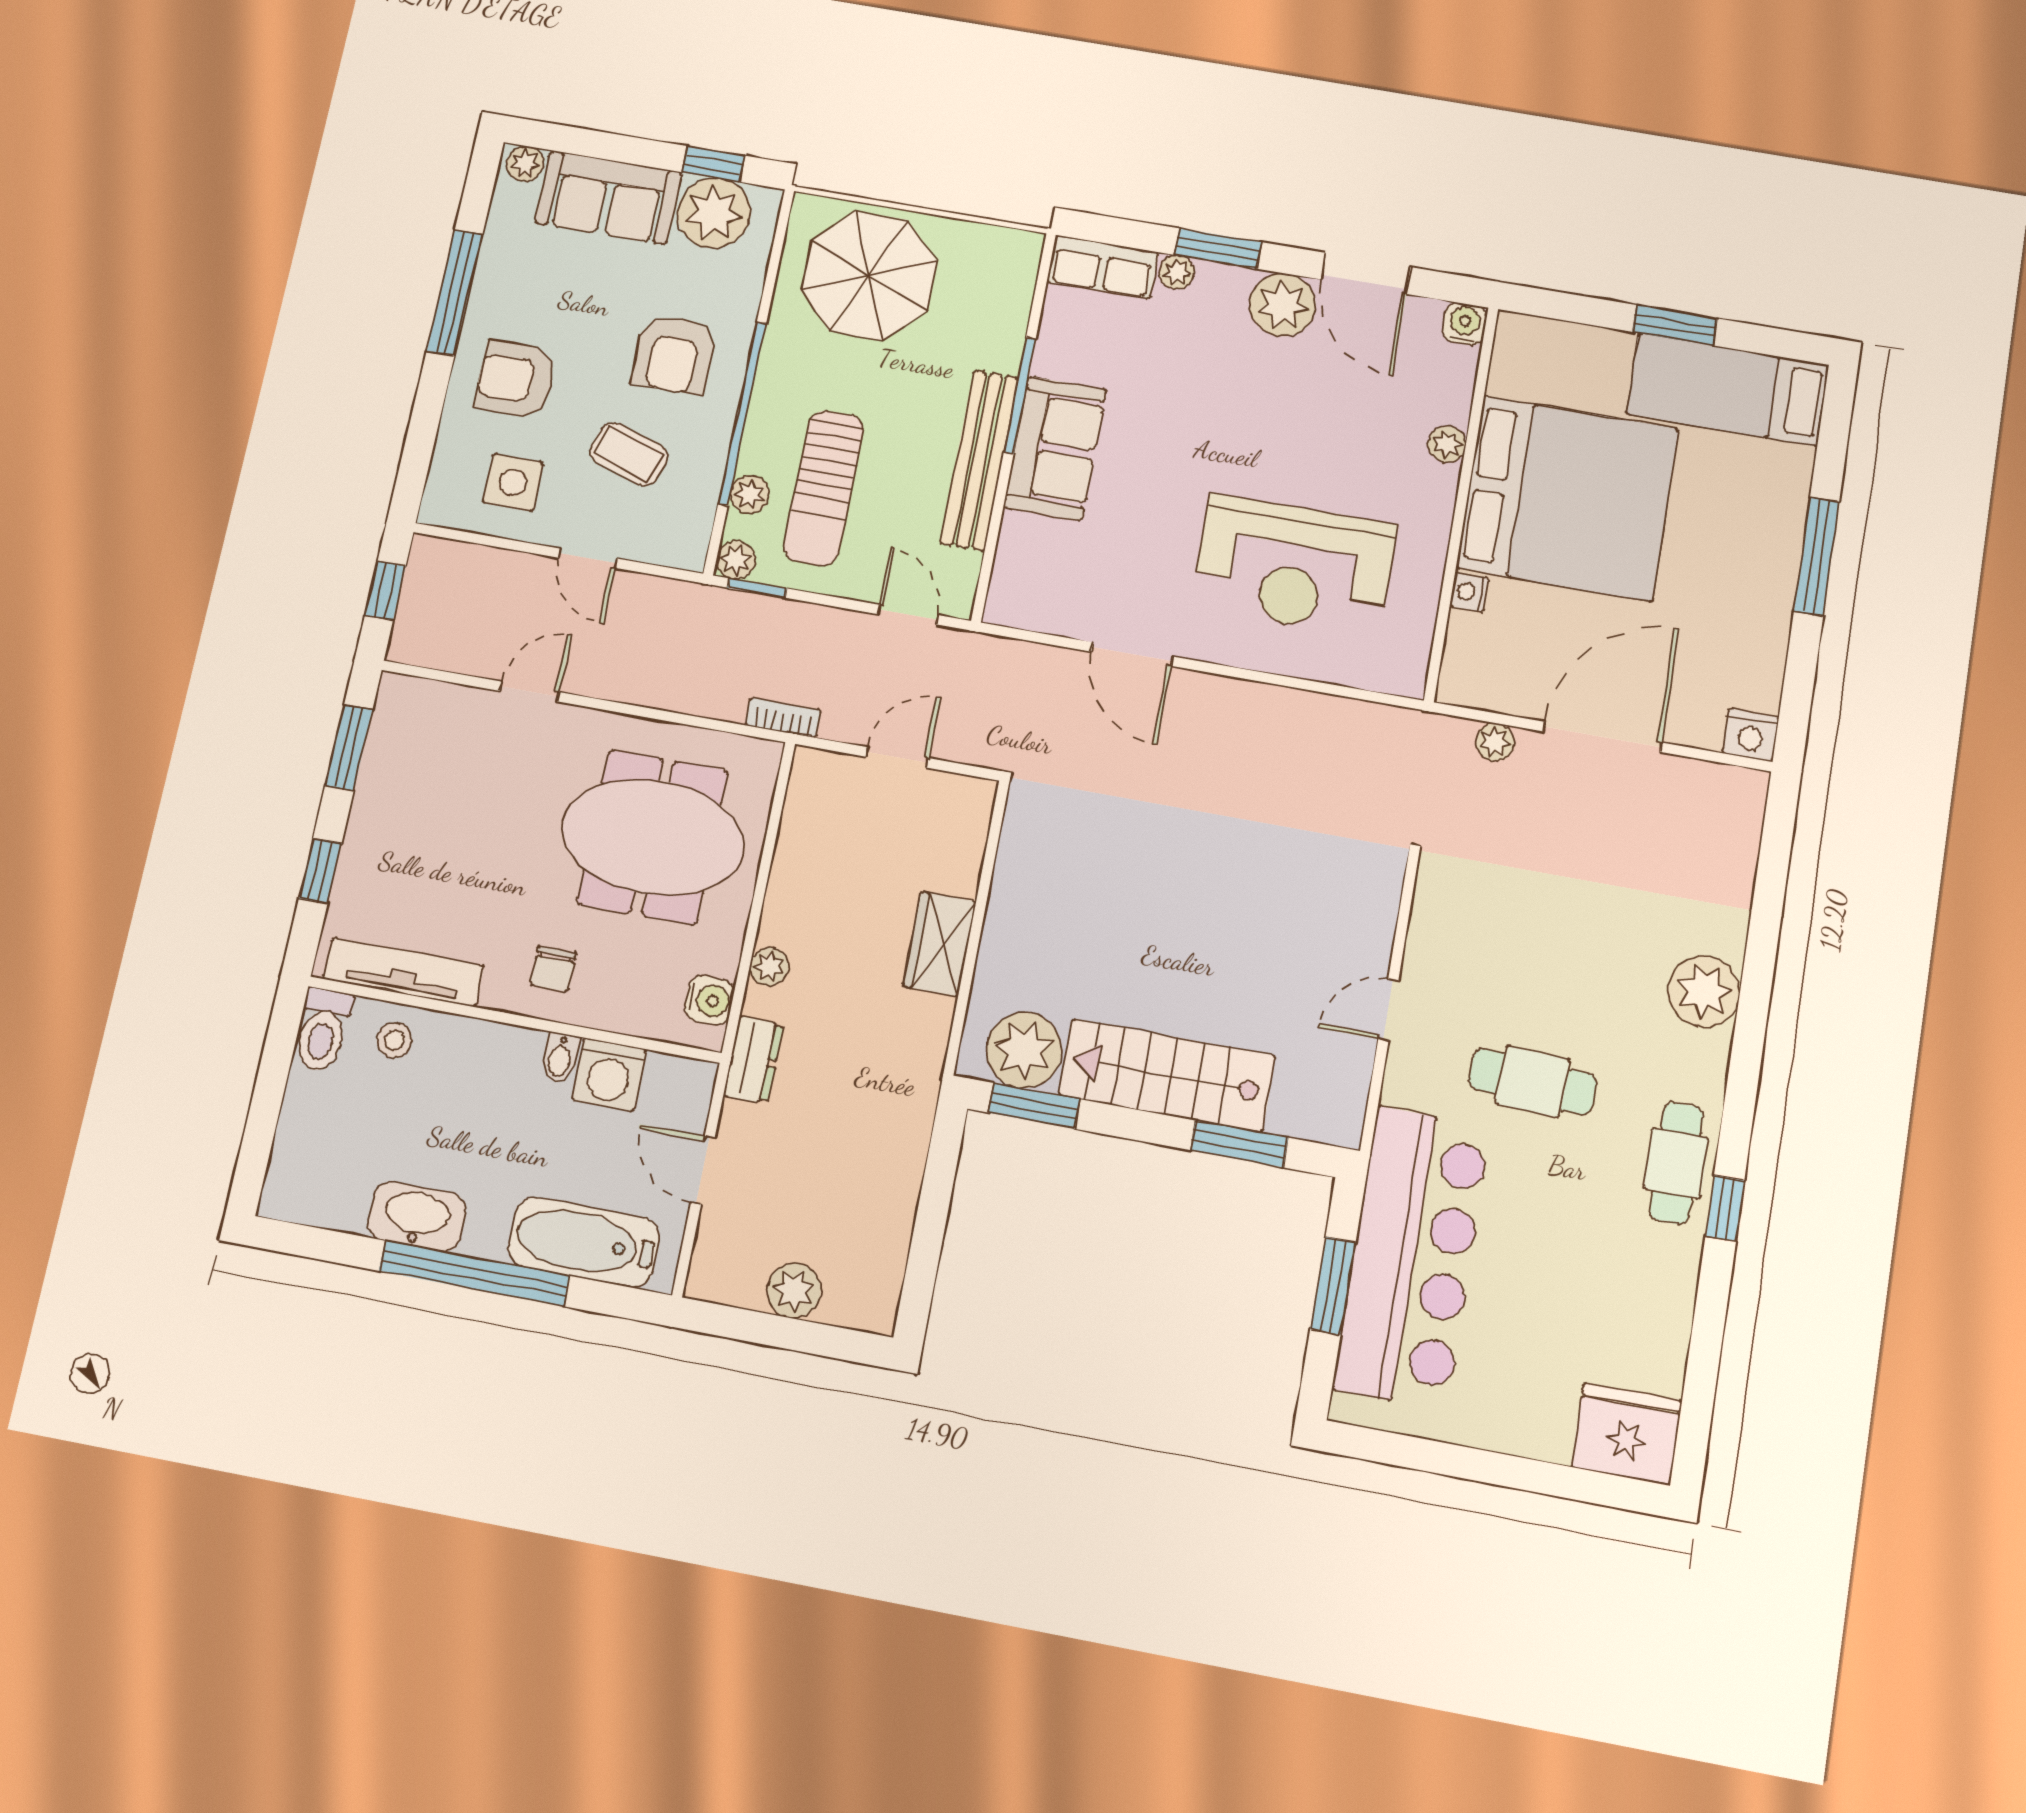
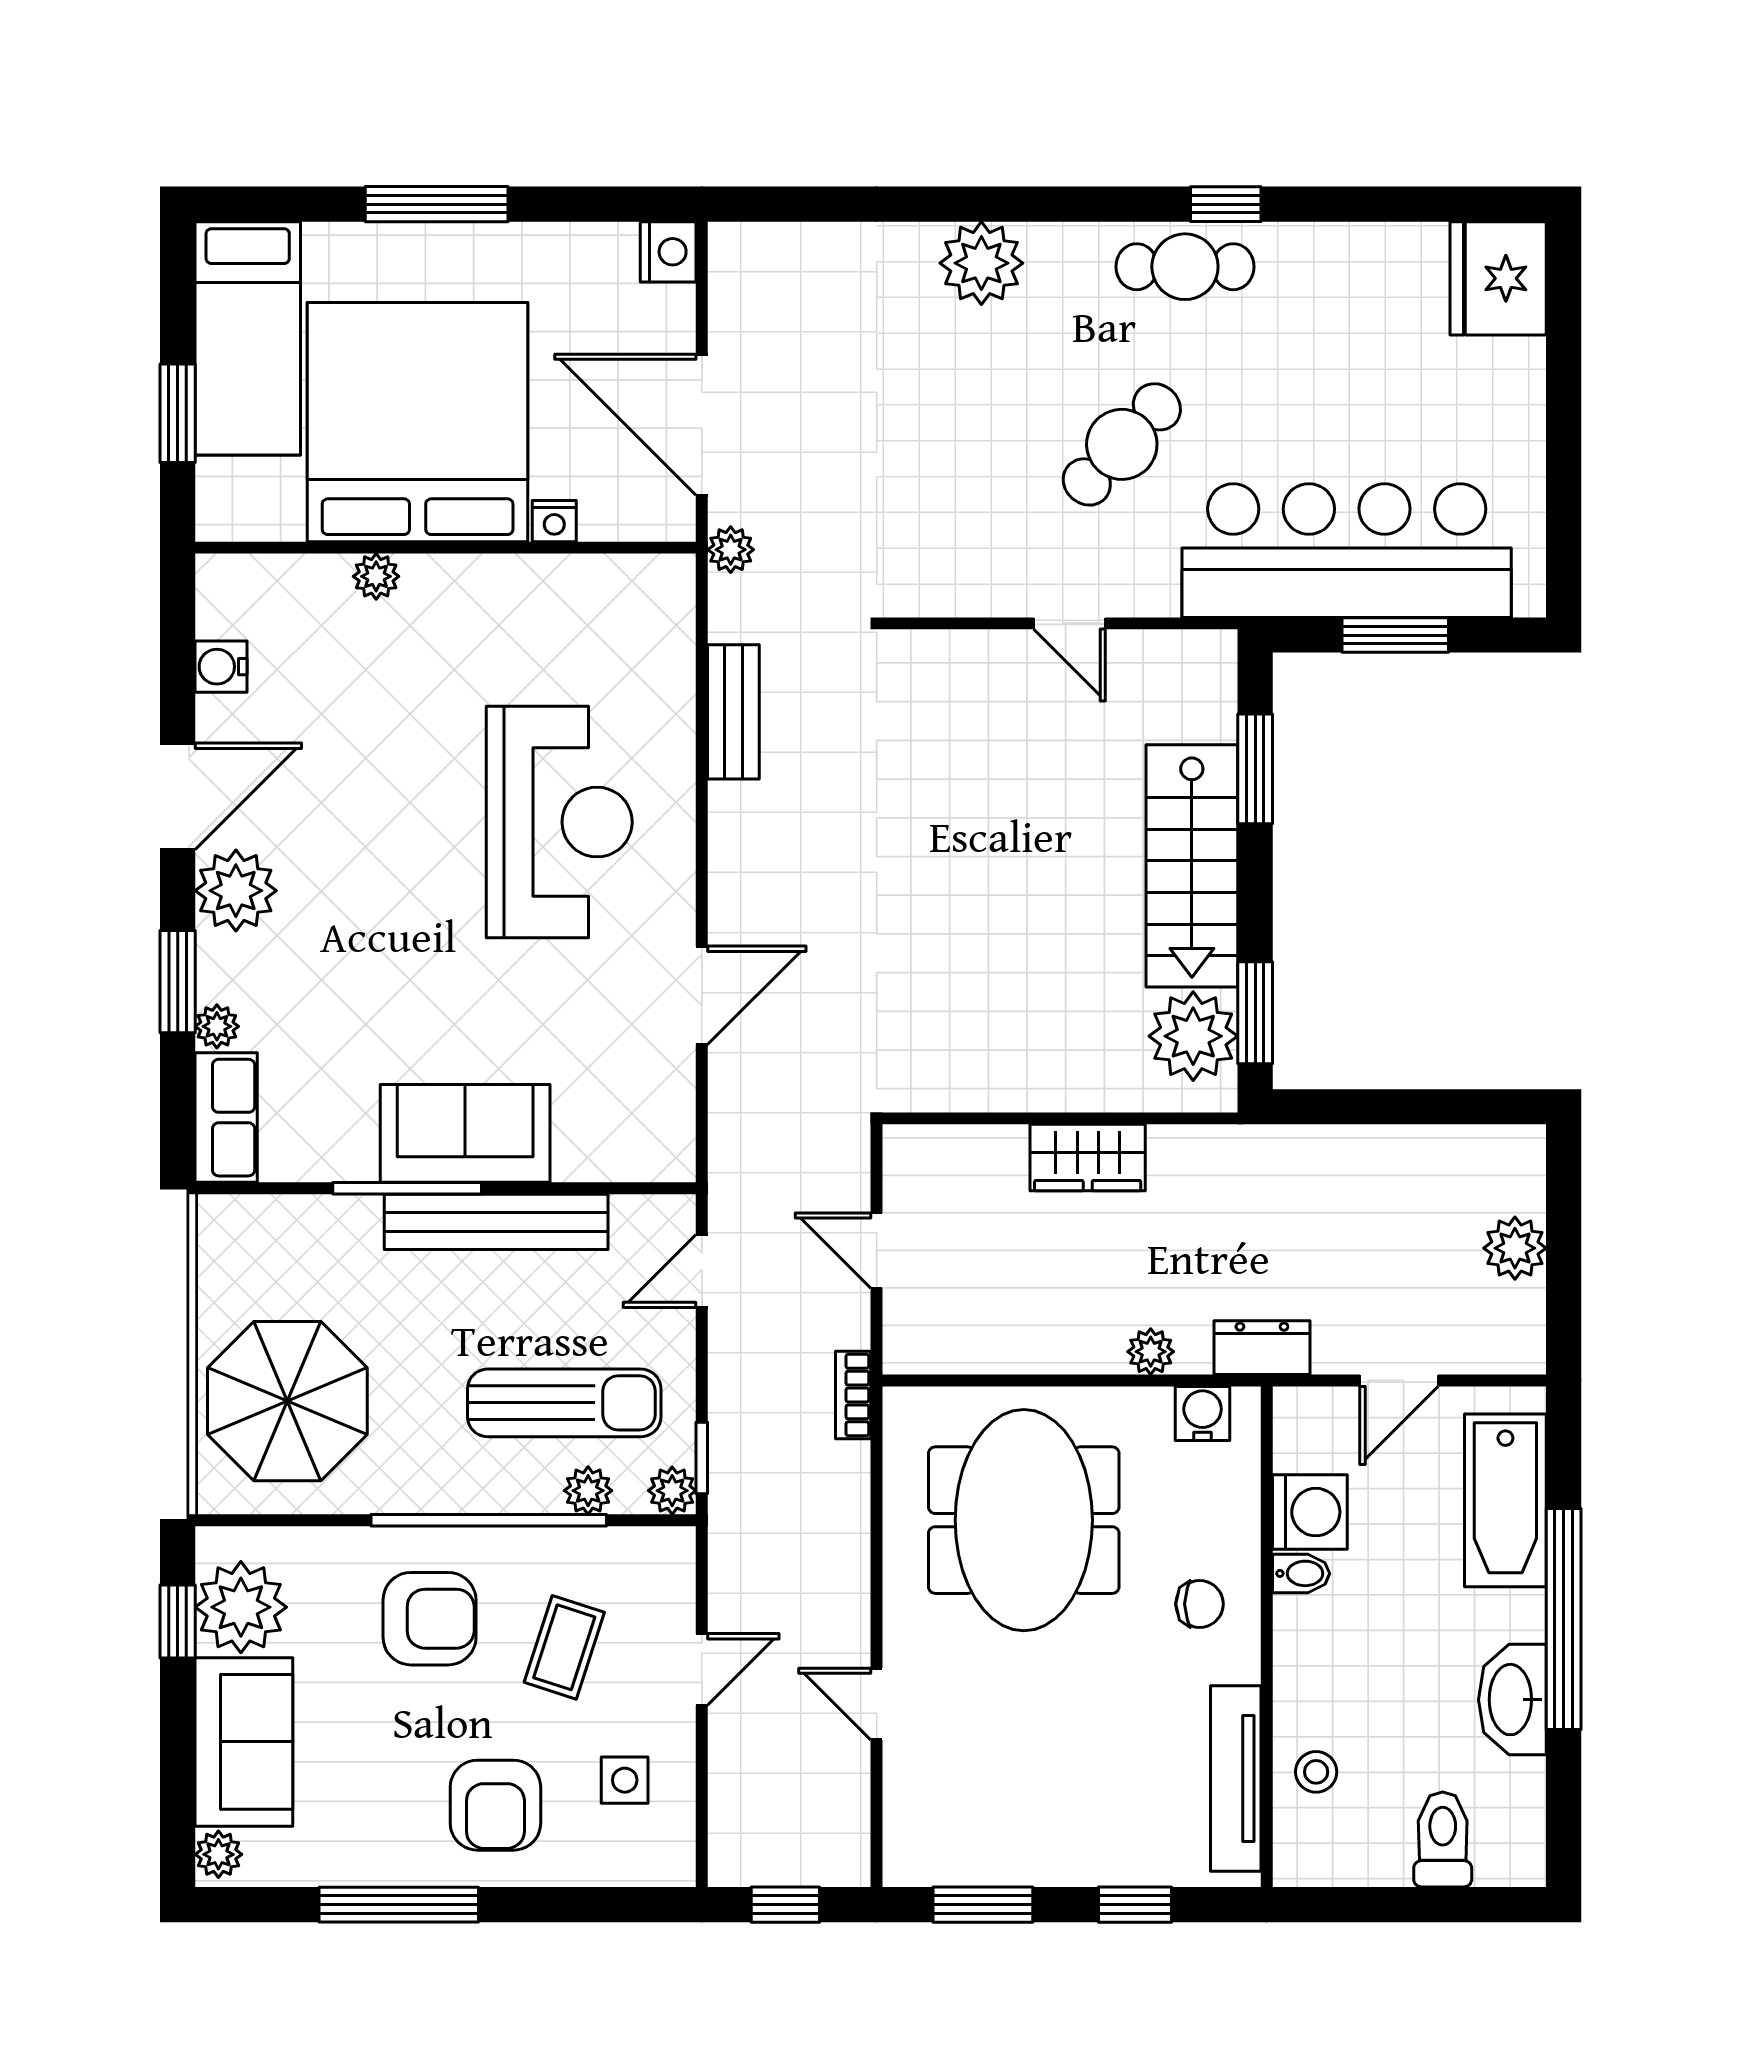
plant: (1447, 444) -> (376, 576), moved
side table: (513, 483) -> (625, 1780), width x0.73, depth x0.73
bed: (1568, 498) -> (418, 422), moved
wall: (1461, 502) -> (446, 548), moved
nightstand: (1469, 592) -> (554, 521), moved
bench: (1360, 720) -> (733, 712), added
toilet: (323, 1030) -> (1443, 1840), moved, turned -90
cafe table: (1533, 1082) -> (1122, 444), turned 40

